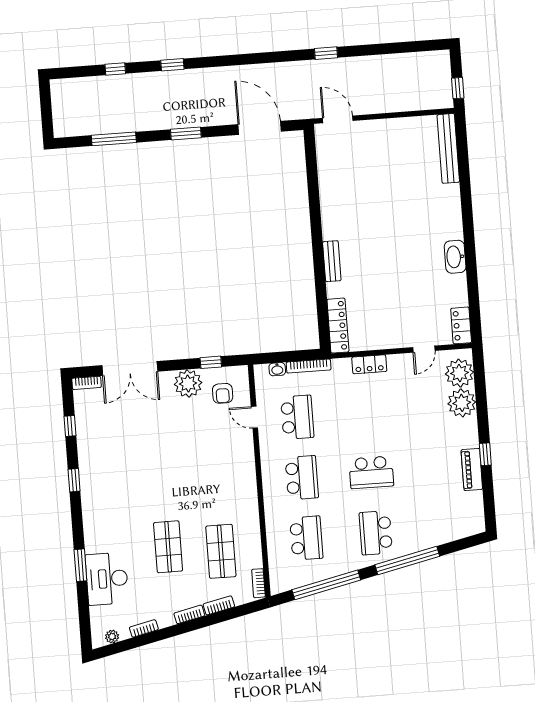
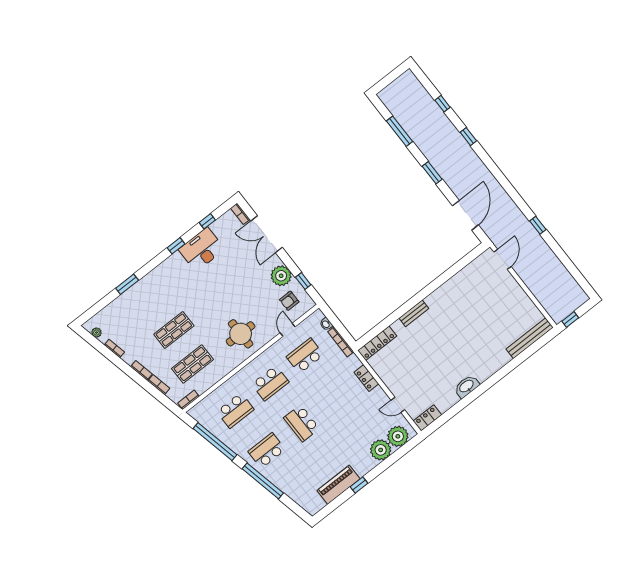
school desk: (297, 417) -> (305, 356), turned 180
piano: (472, 470) -> (339, 485), width x1.37, depth x1.33
round table: (223, 474) -> (241, 334), added
desk: (107, 579) -> (202, 249), moved

